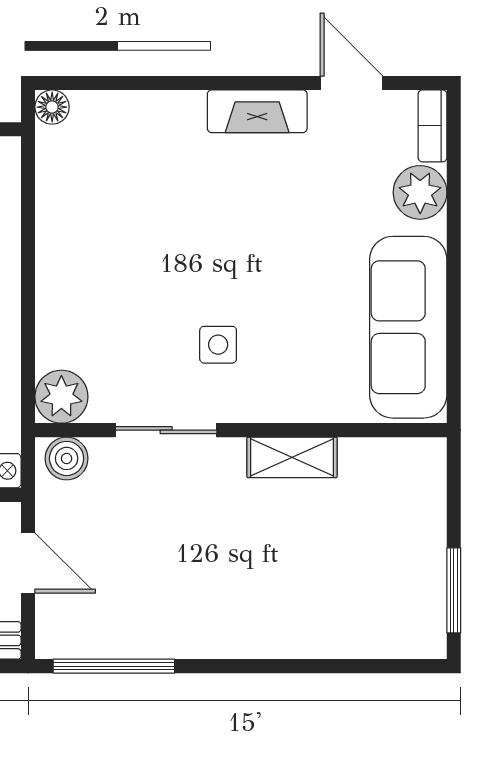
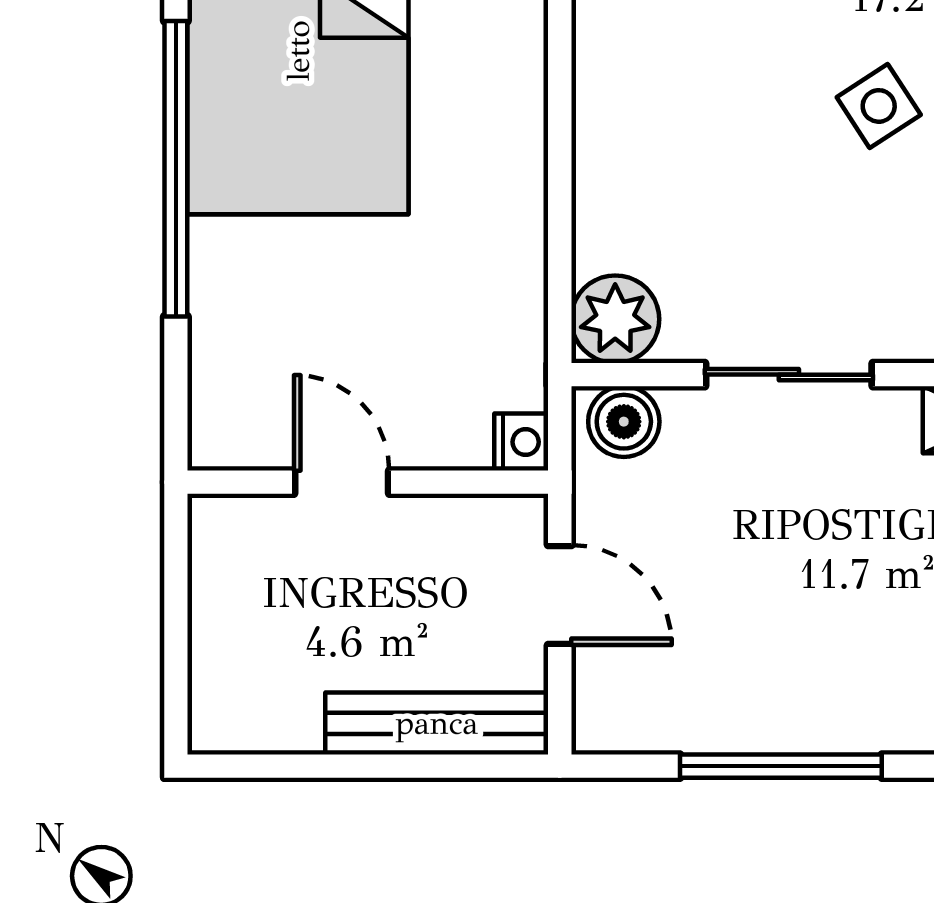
side table: (218, 345) -> (879, 106), moved, turned -33
window: (114, 666) -> (781, 766), moved

